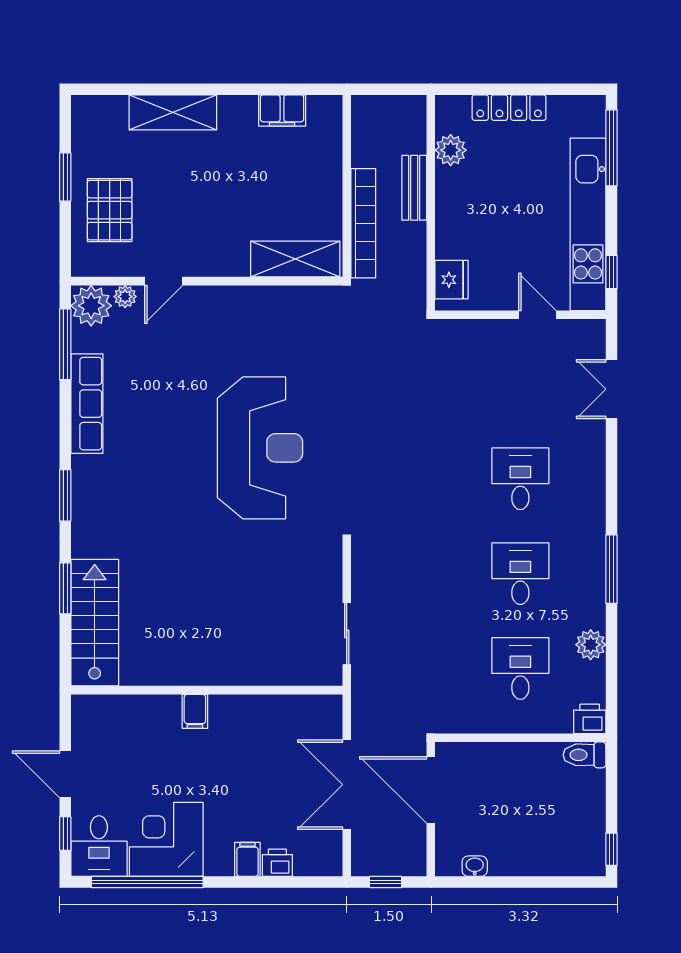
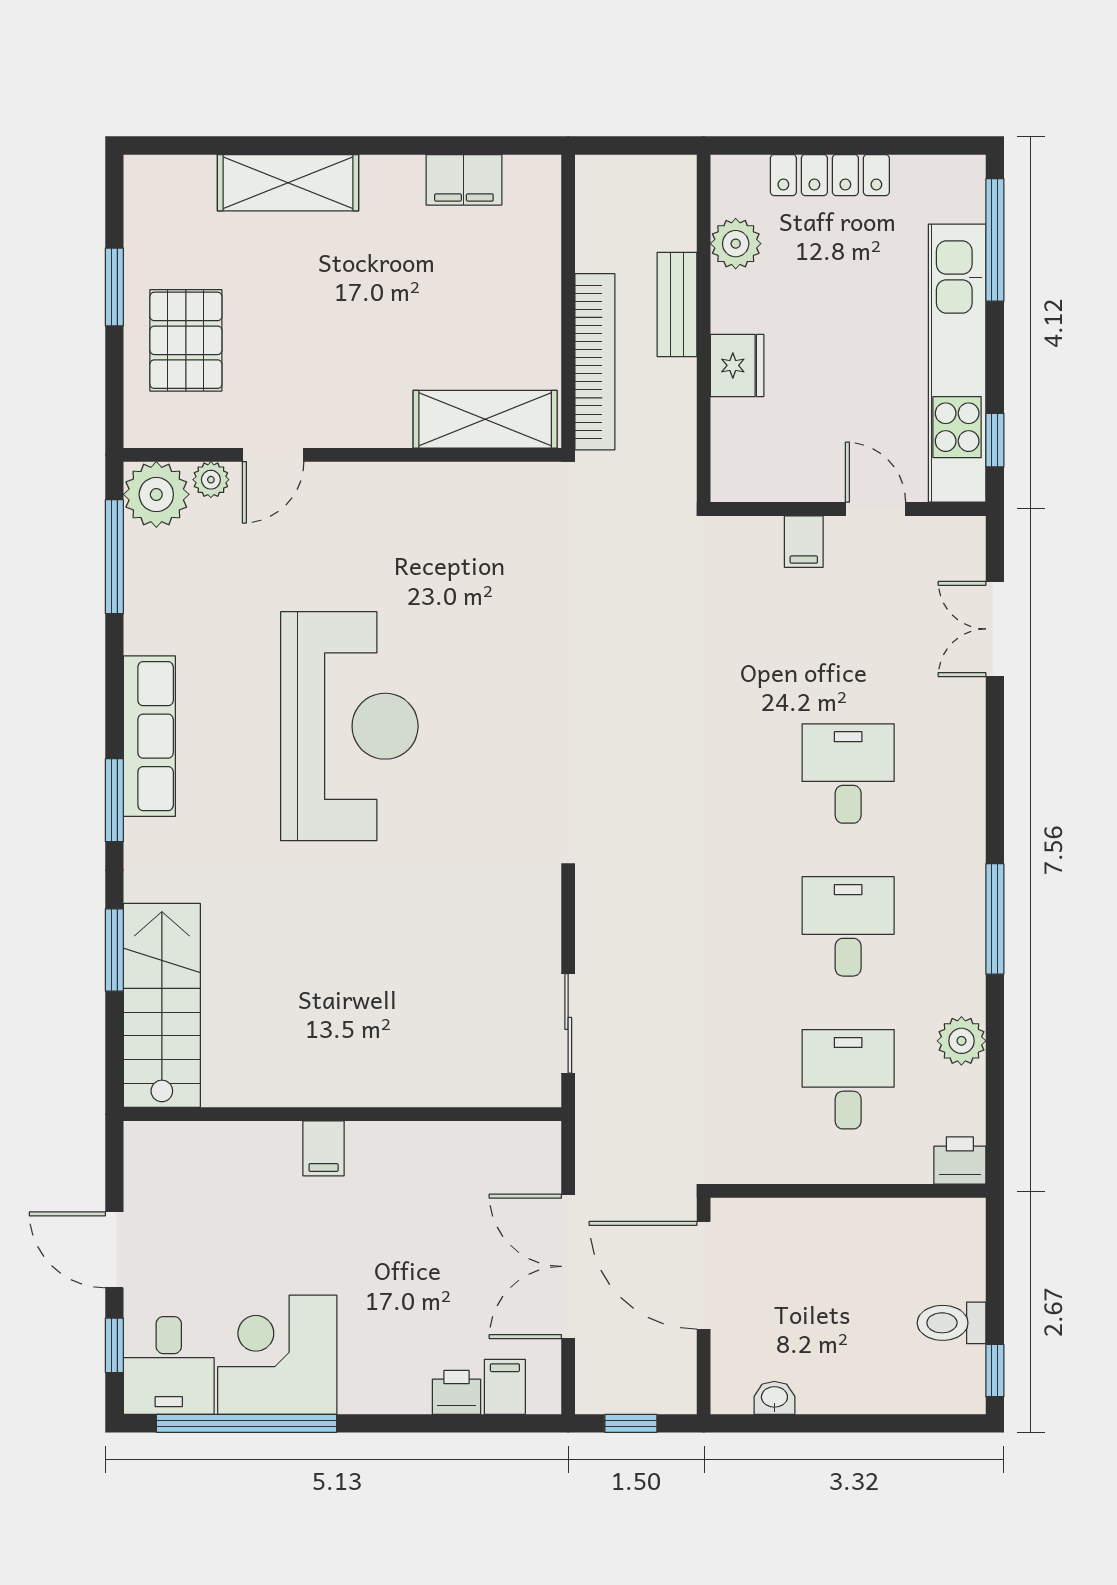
fridge: (452, 280) -> (737, 365), moved
filing cabinet: (493, 335) -> (804, 542), added
row of seats: (87, 404) -> (149, 736), moved
reception desk: (260, 448) -> (349, 726), moved
toilet: (585, 755) -> (952, 1323), moved
filing cabinet: (247, 859) -> (505, 1387), moved

